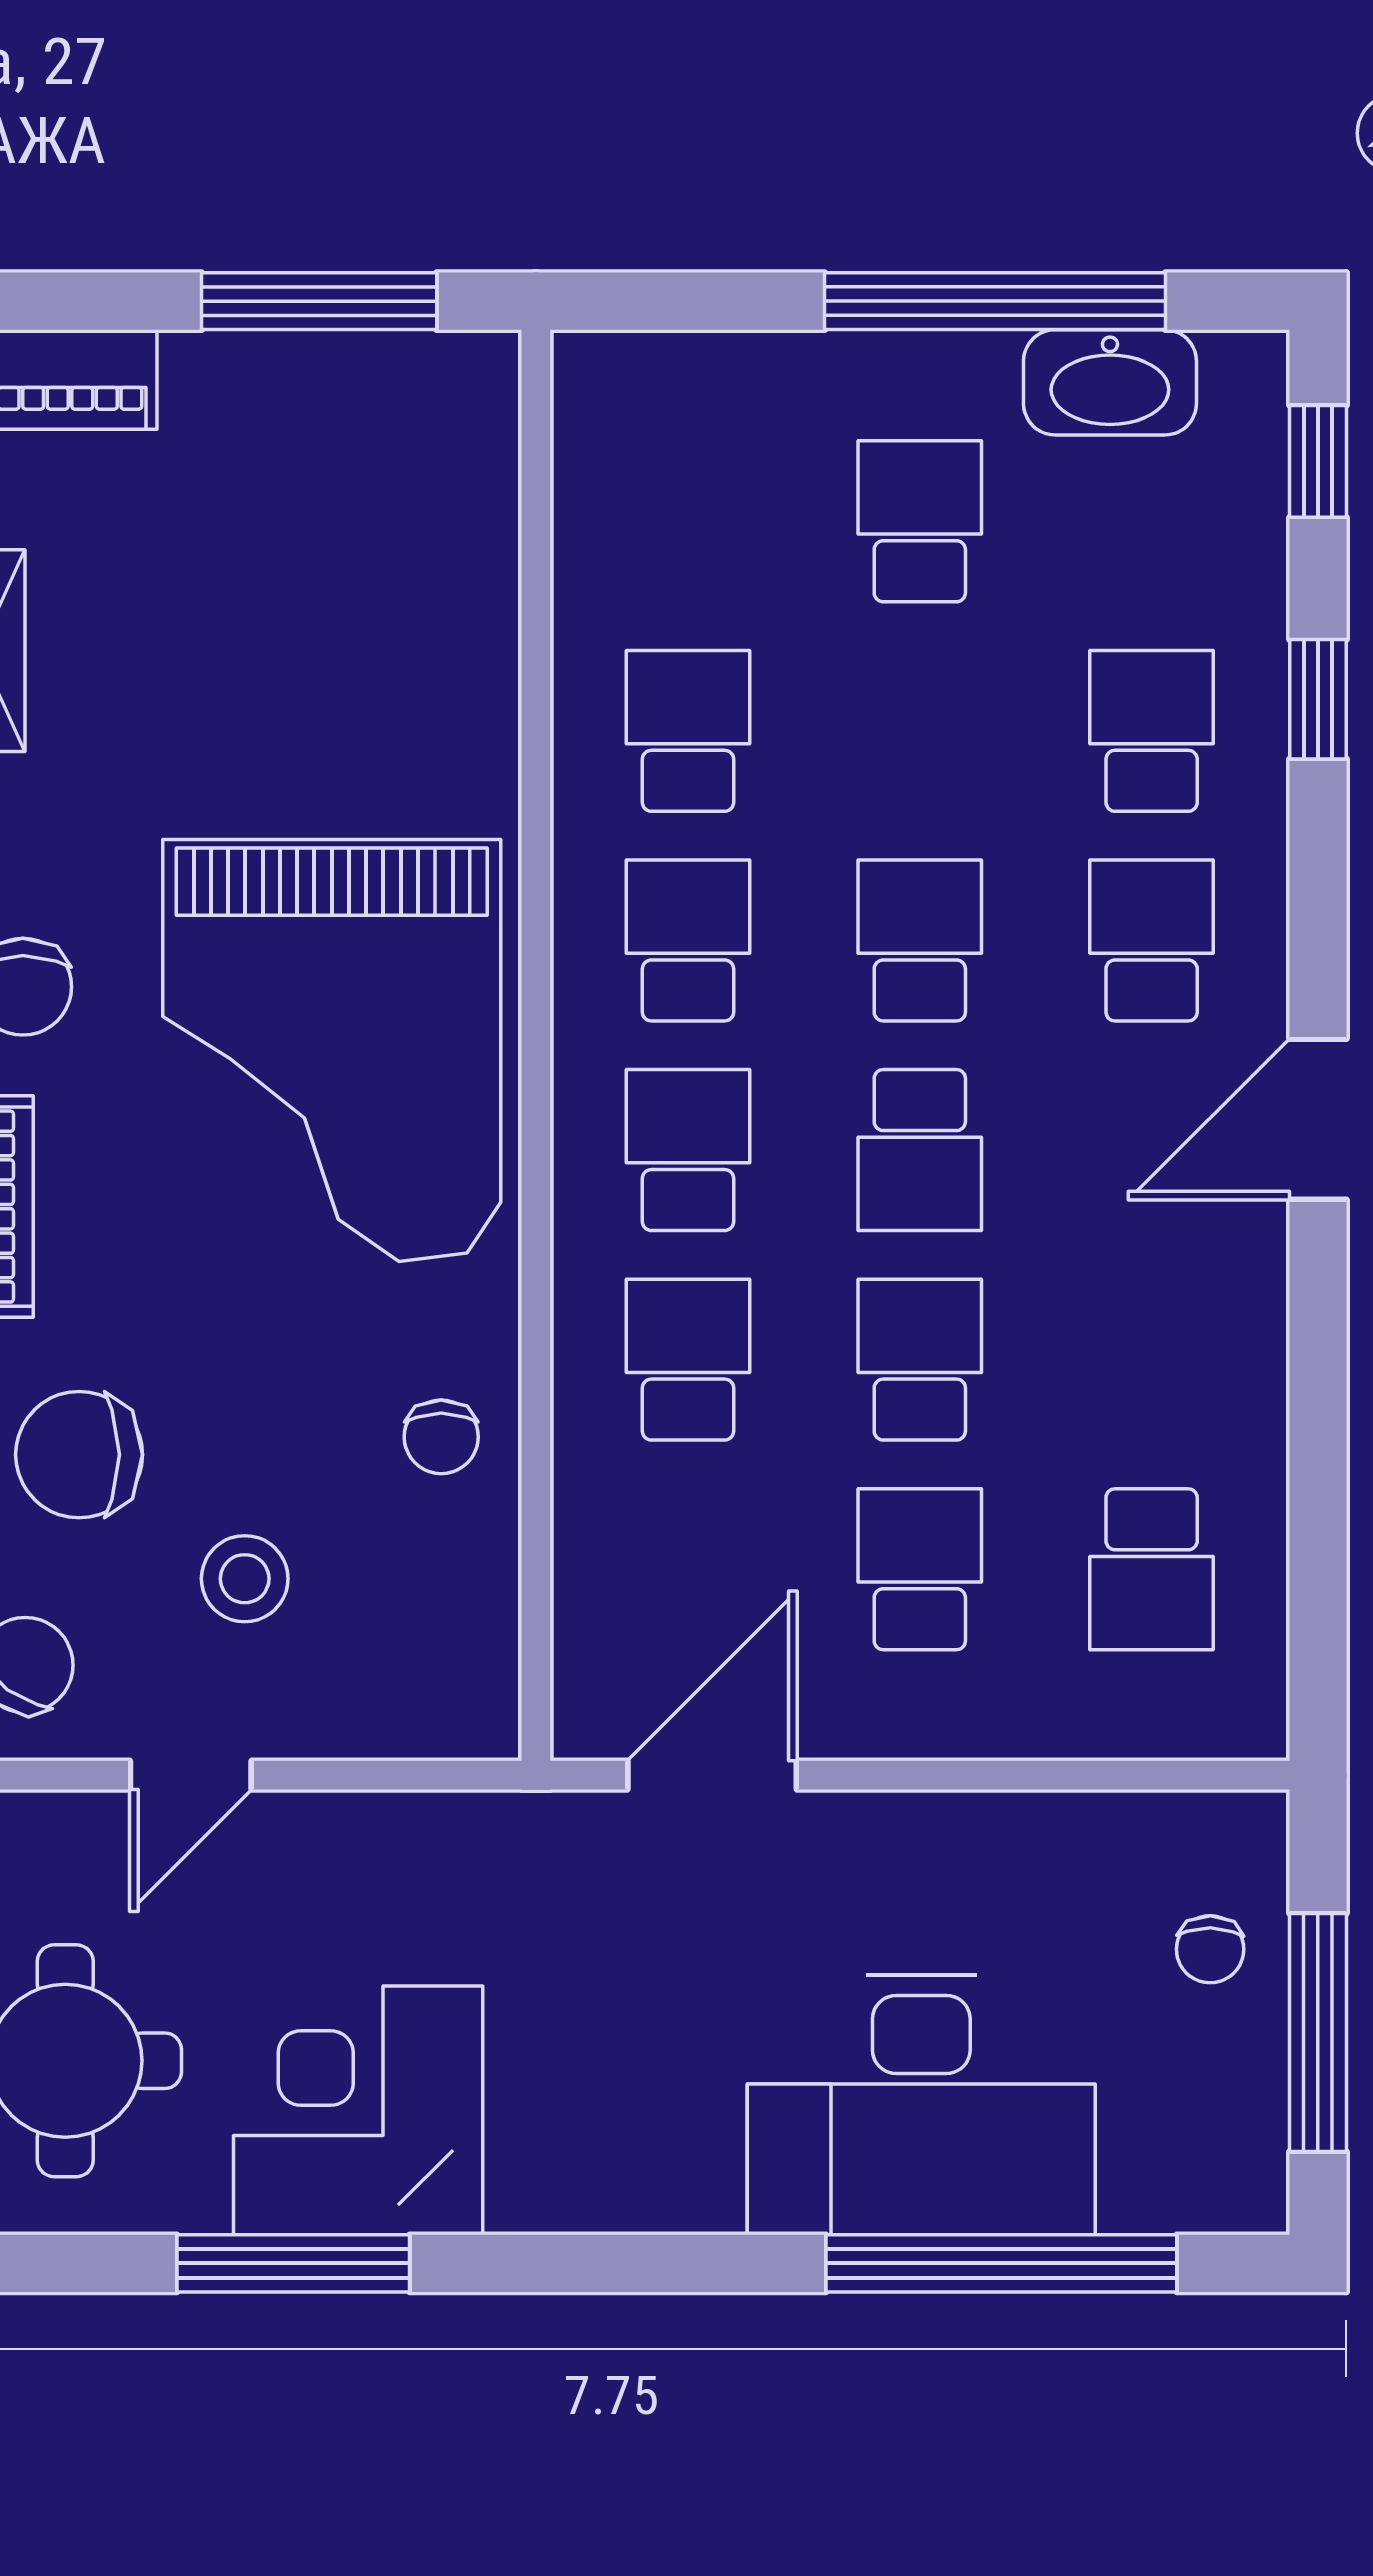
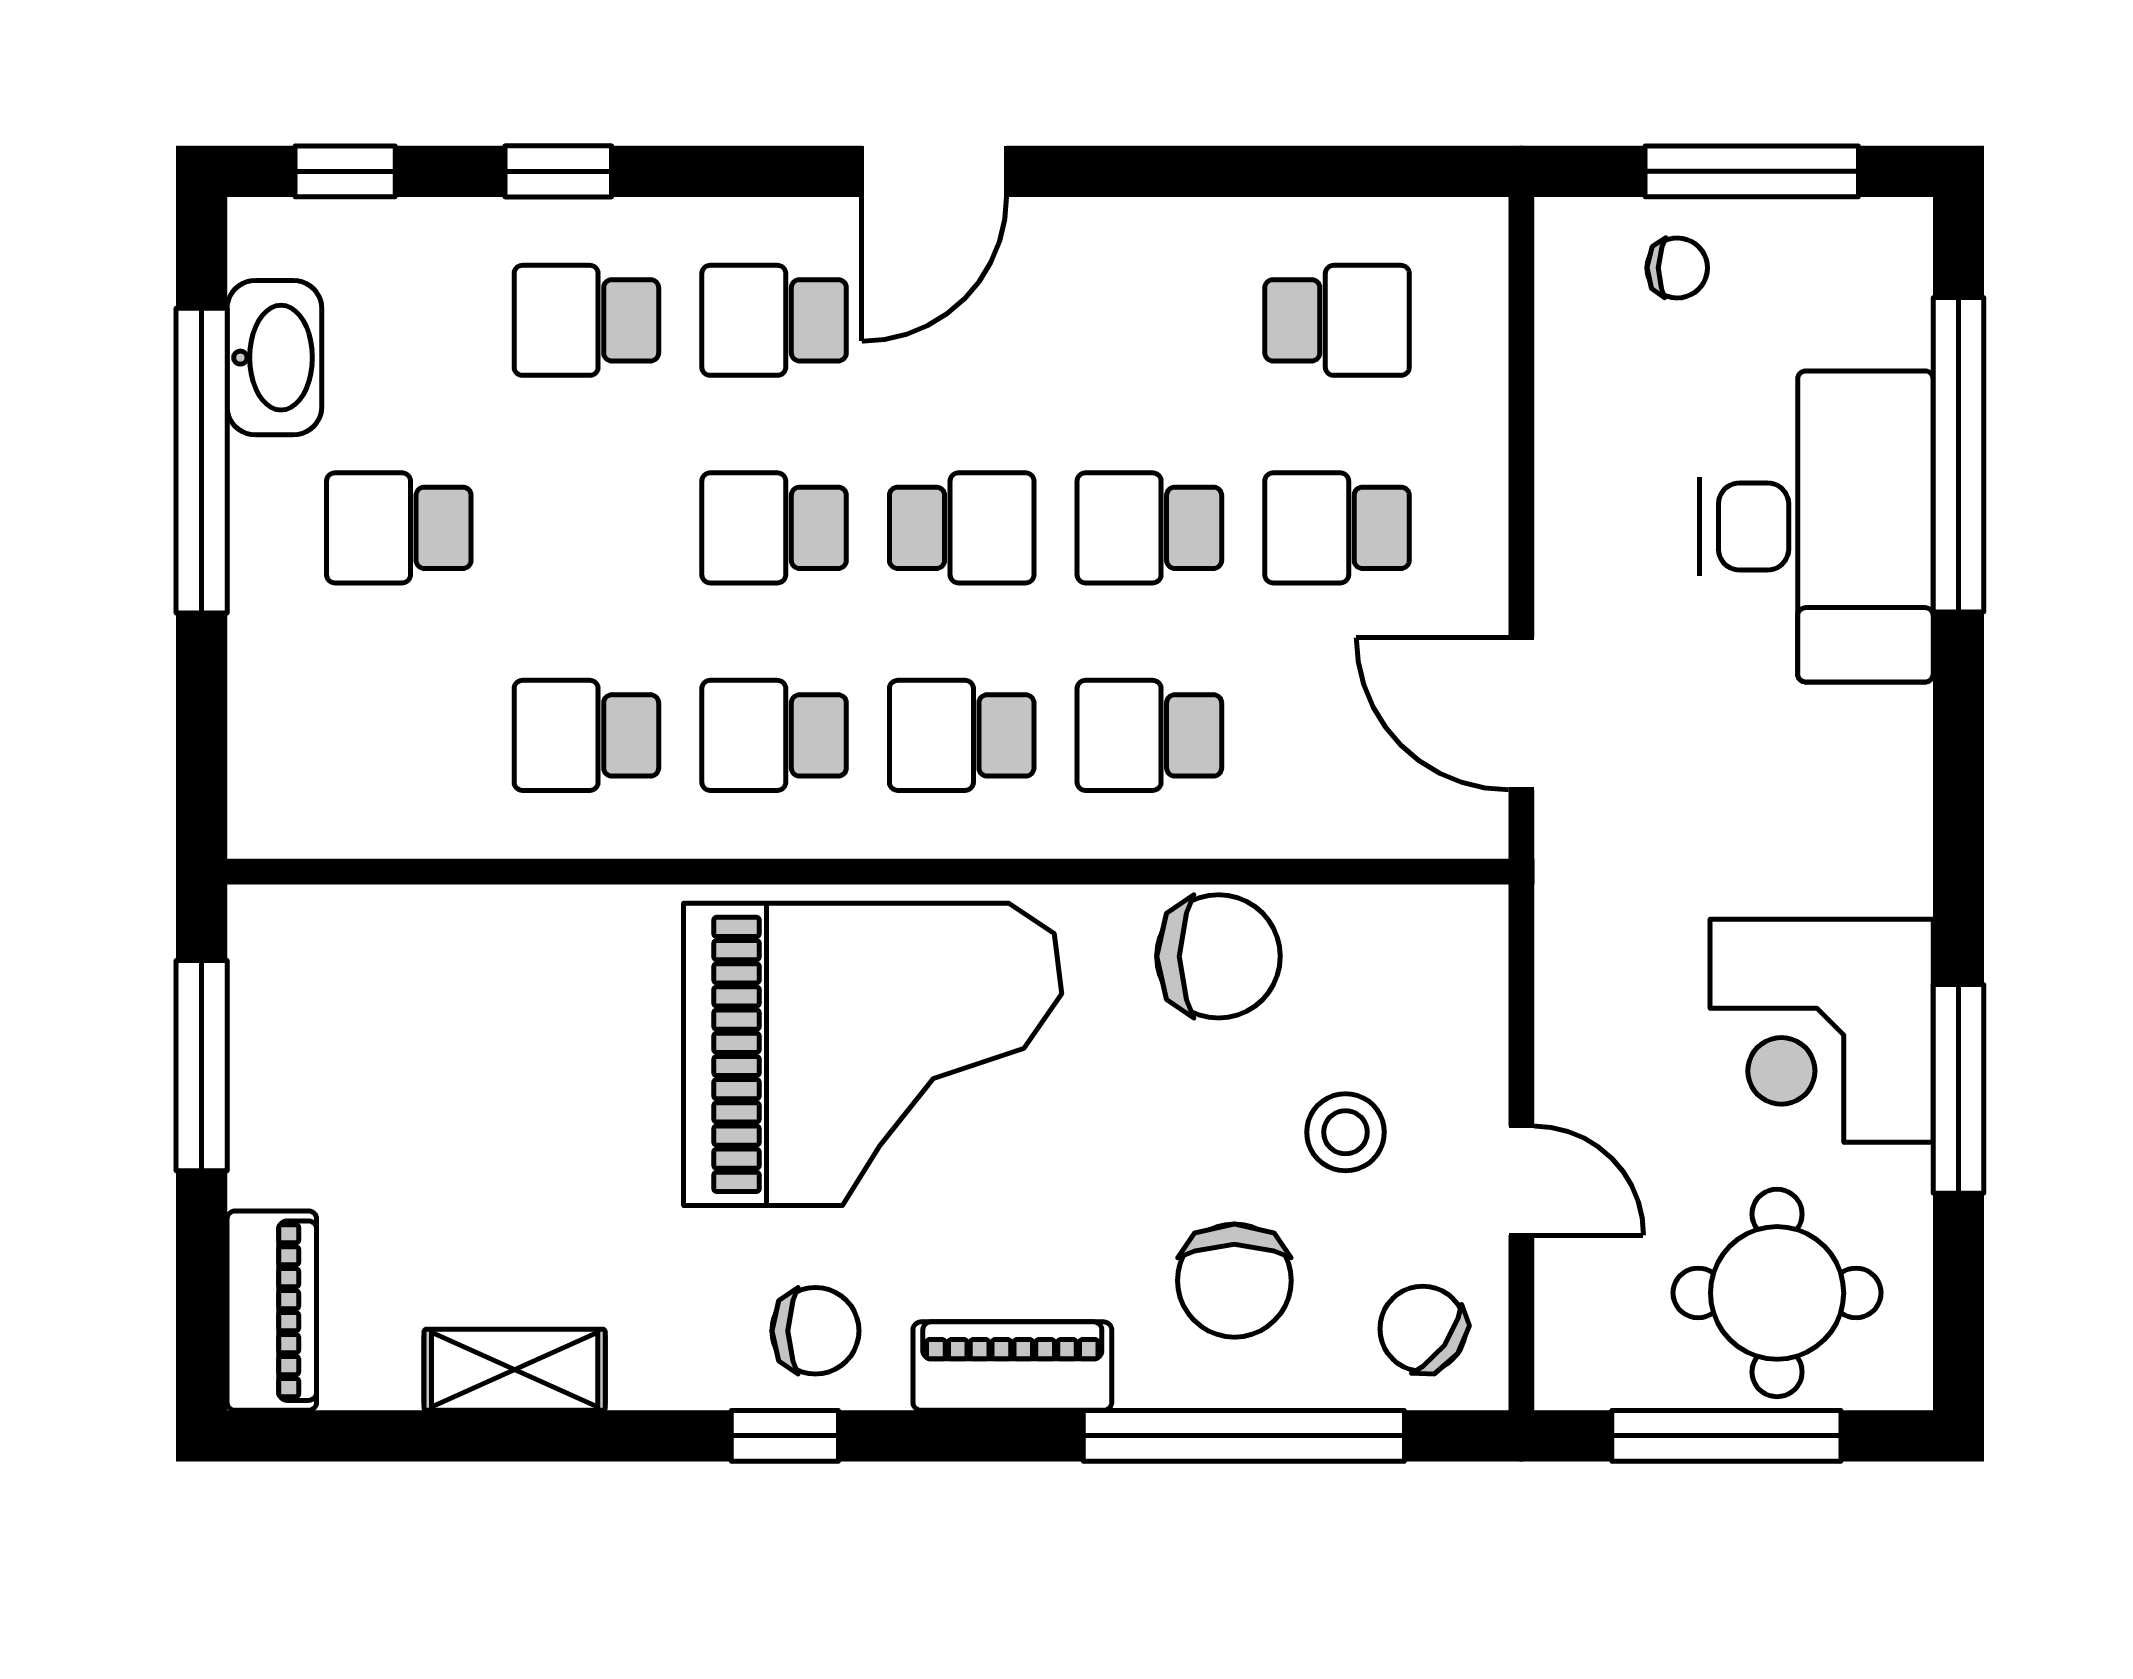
door: (1318, 1119) -> (934, 171), hinge flipped
chair: (441, 1437) -> (1219, 956), width x1.87, depth x1.87

